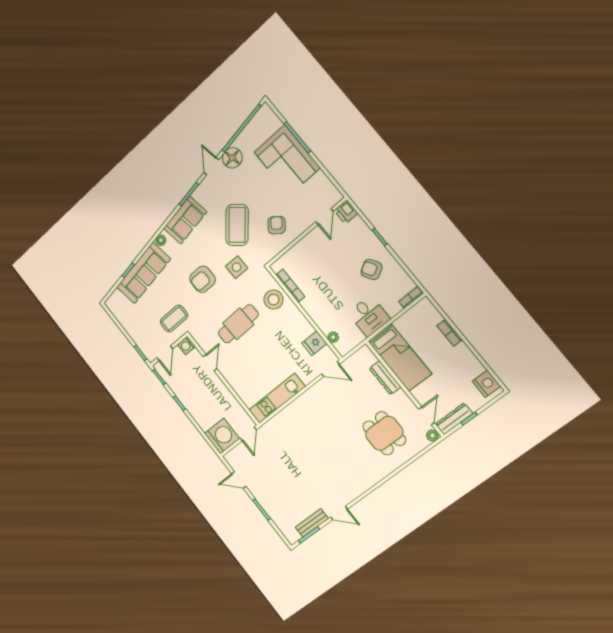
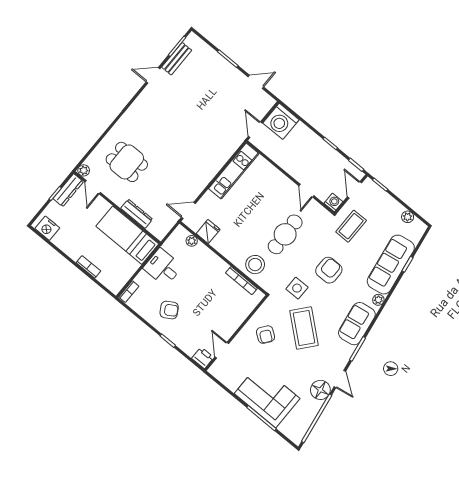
plant: (121, 316) -> (408, 217), added

